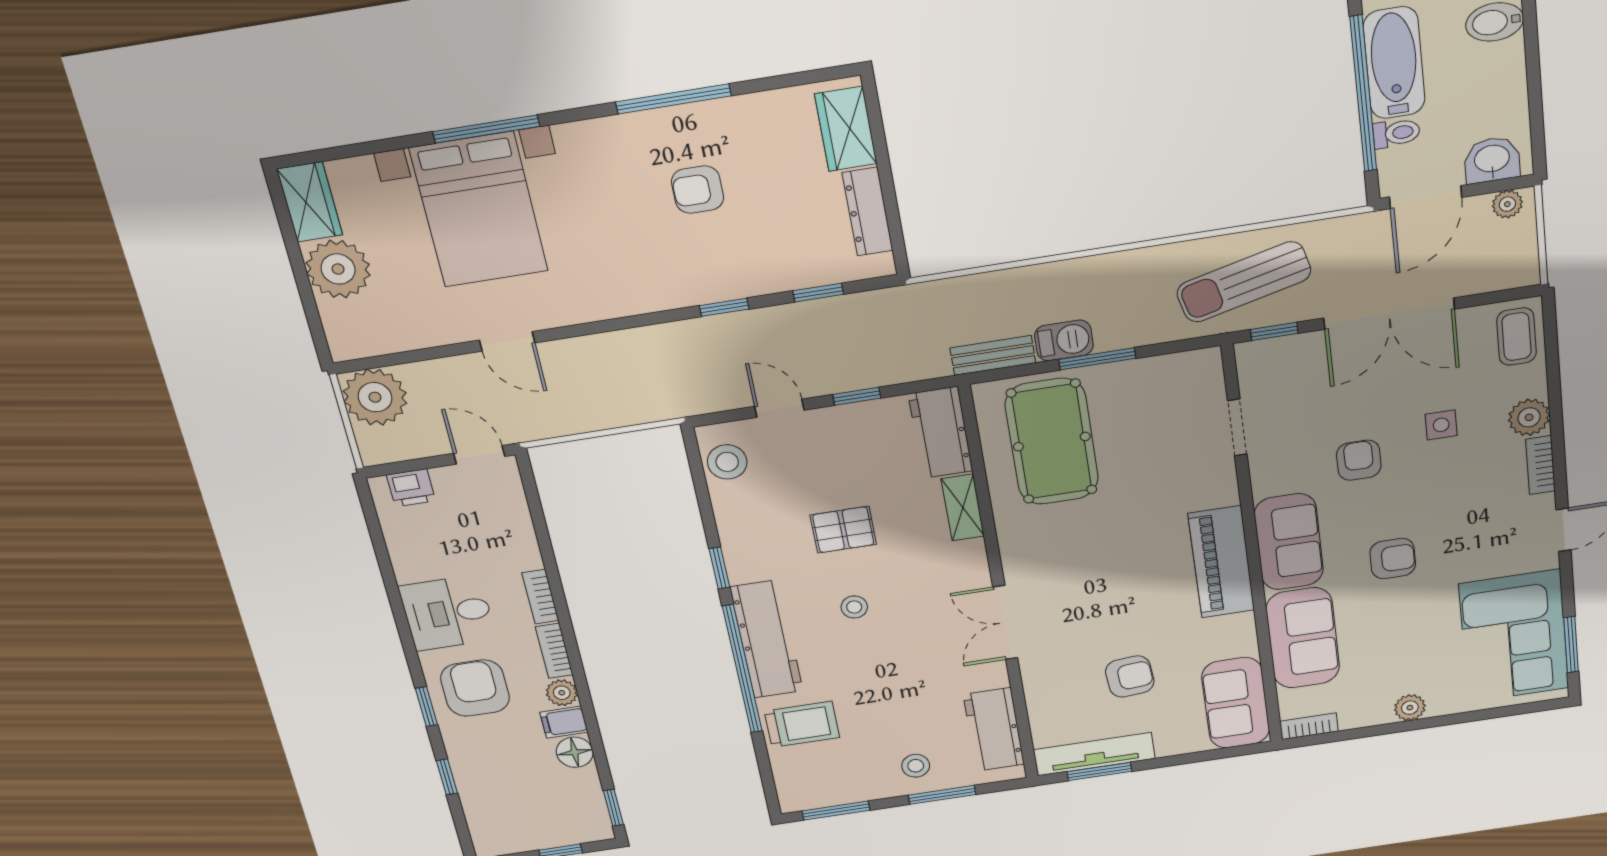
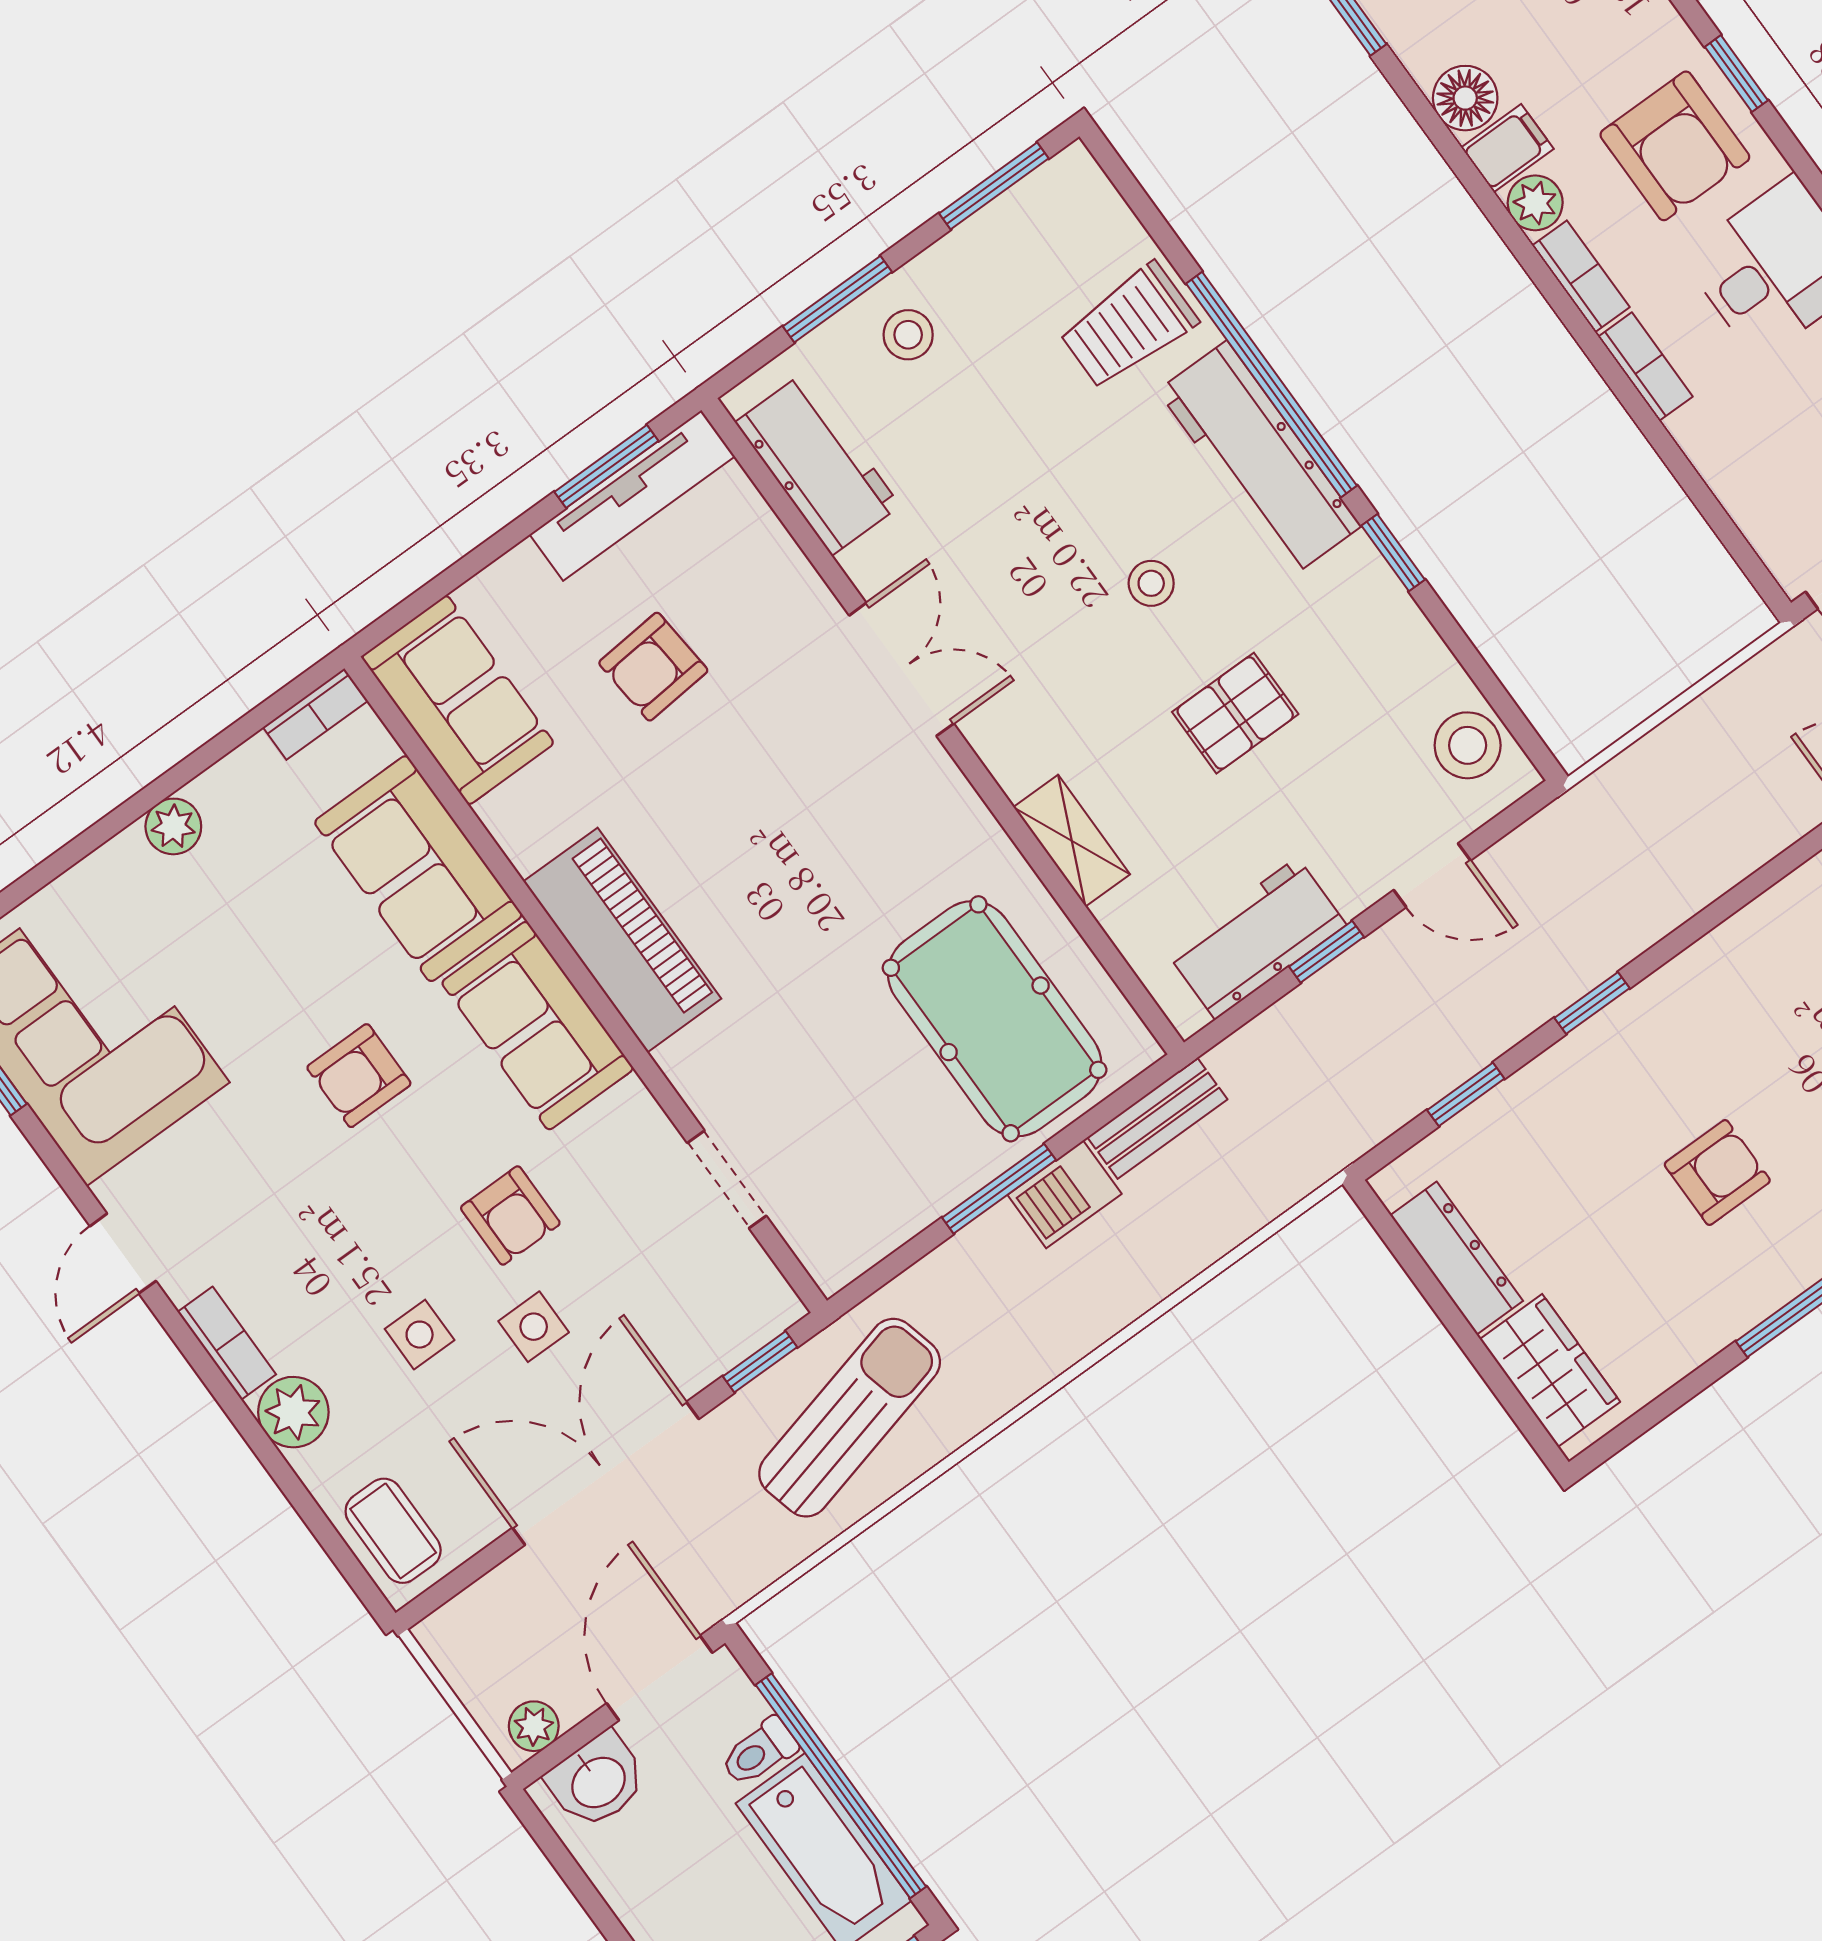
side table: (1381, 402) -> (534, 1327), added
workbench: (941, 433) -> (1256, 938), moved, turned -90

